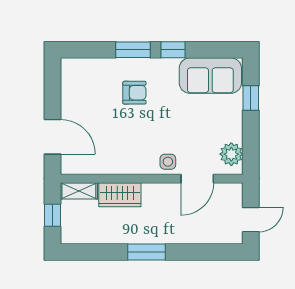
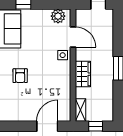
armchair: (134, 93) -> (20, 76), turned 180
wardrobe: (120, 195) -> (83, 74), moved

